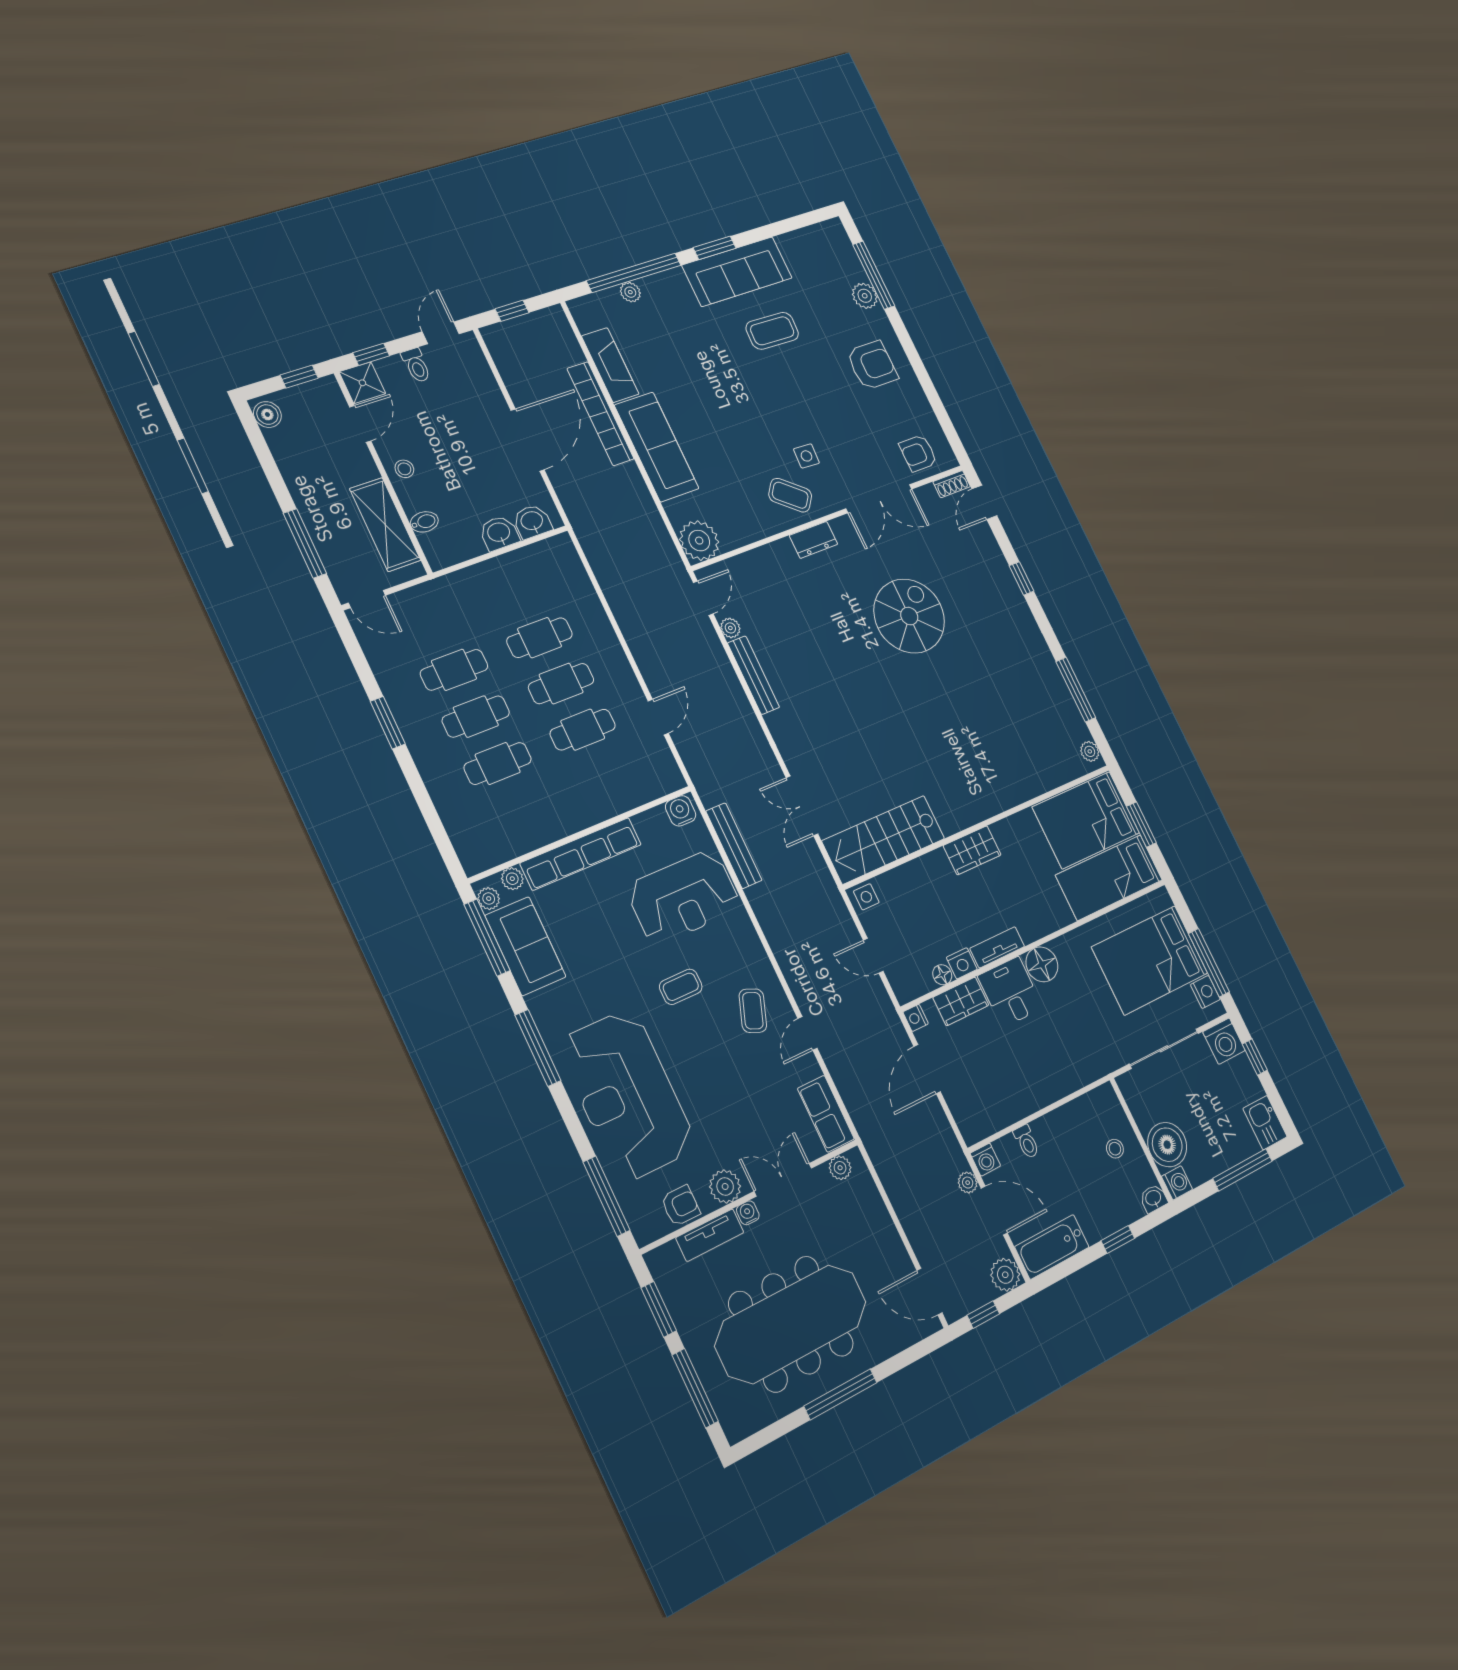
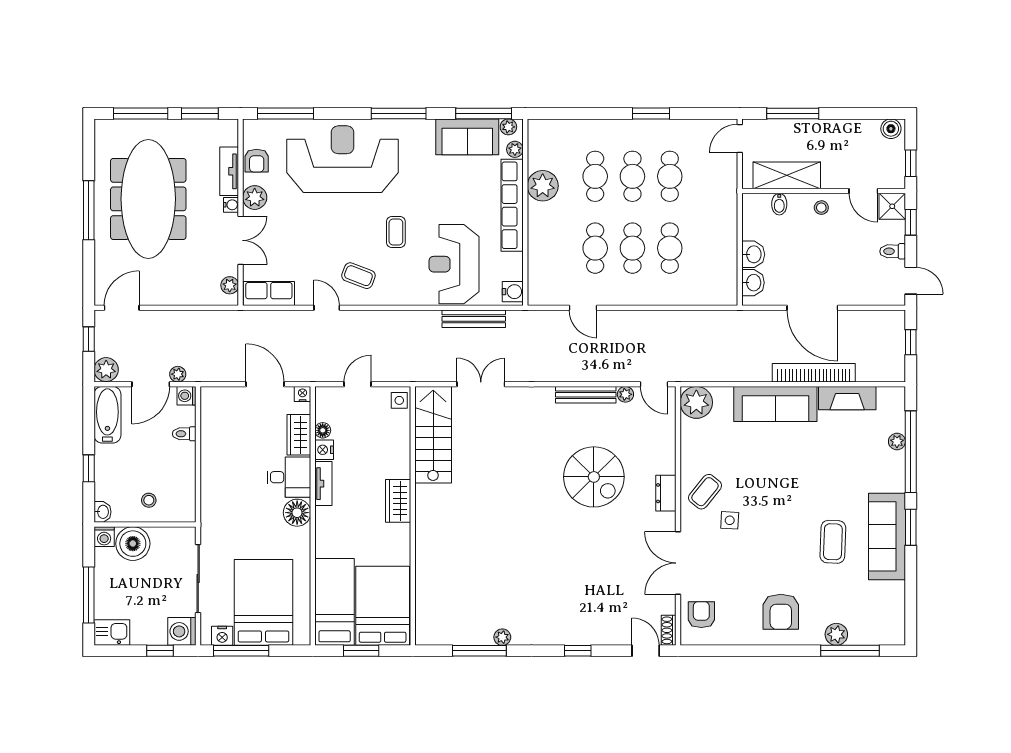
spiral stairs: (909, 616) -> (594, 477), moved
plant: (1090, 751) -> (502, 637), moved
plant: (540, 825) -> (543, 186), added

